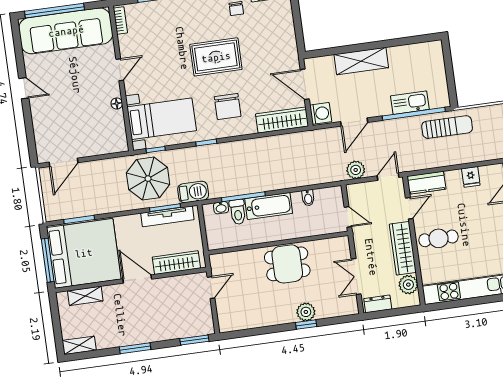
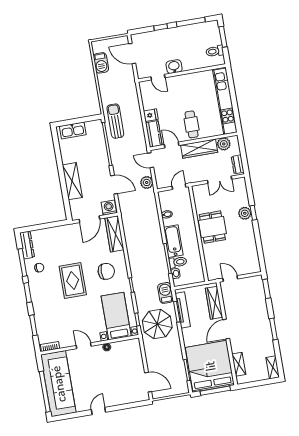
kitchen sink: (410, 103) -> (73, 130), moved, turned -90
fridge: (471, 177) -> (151, 115), moved

